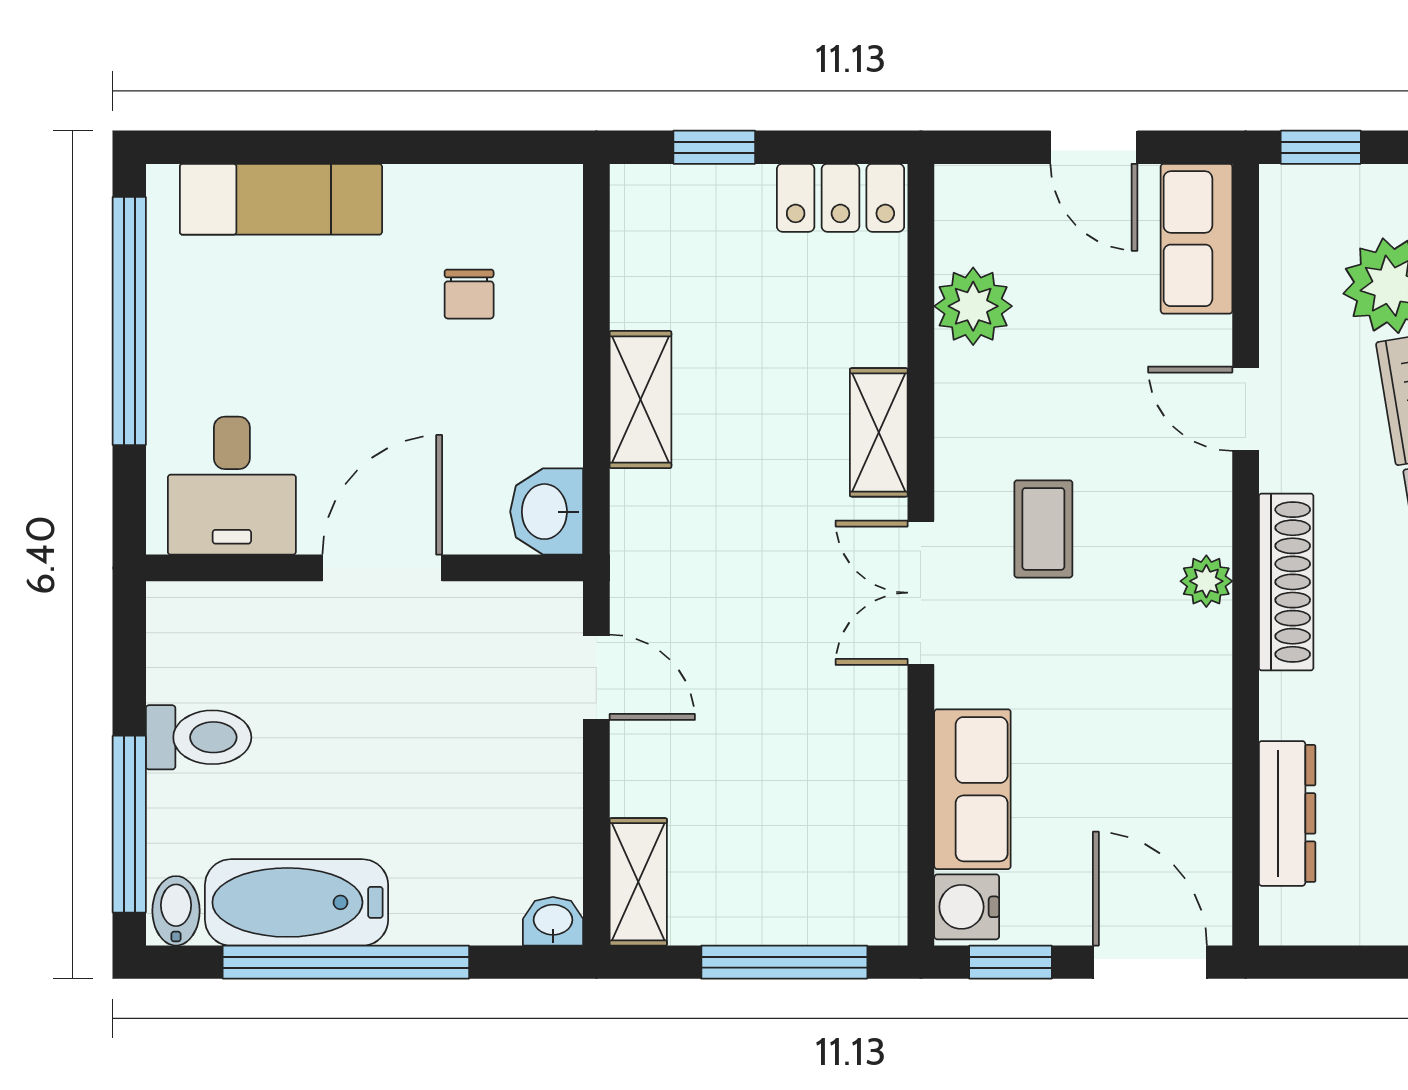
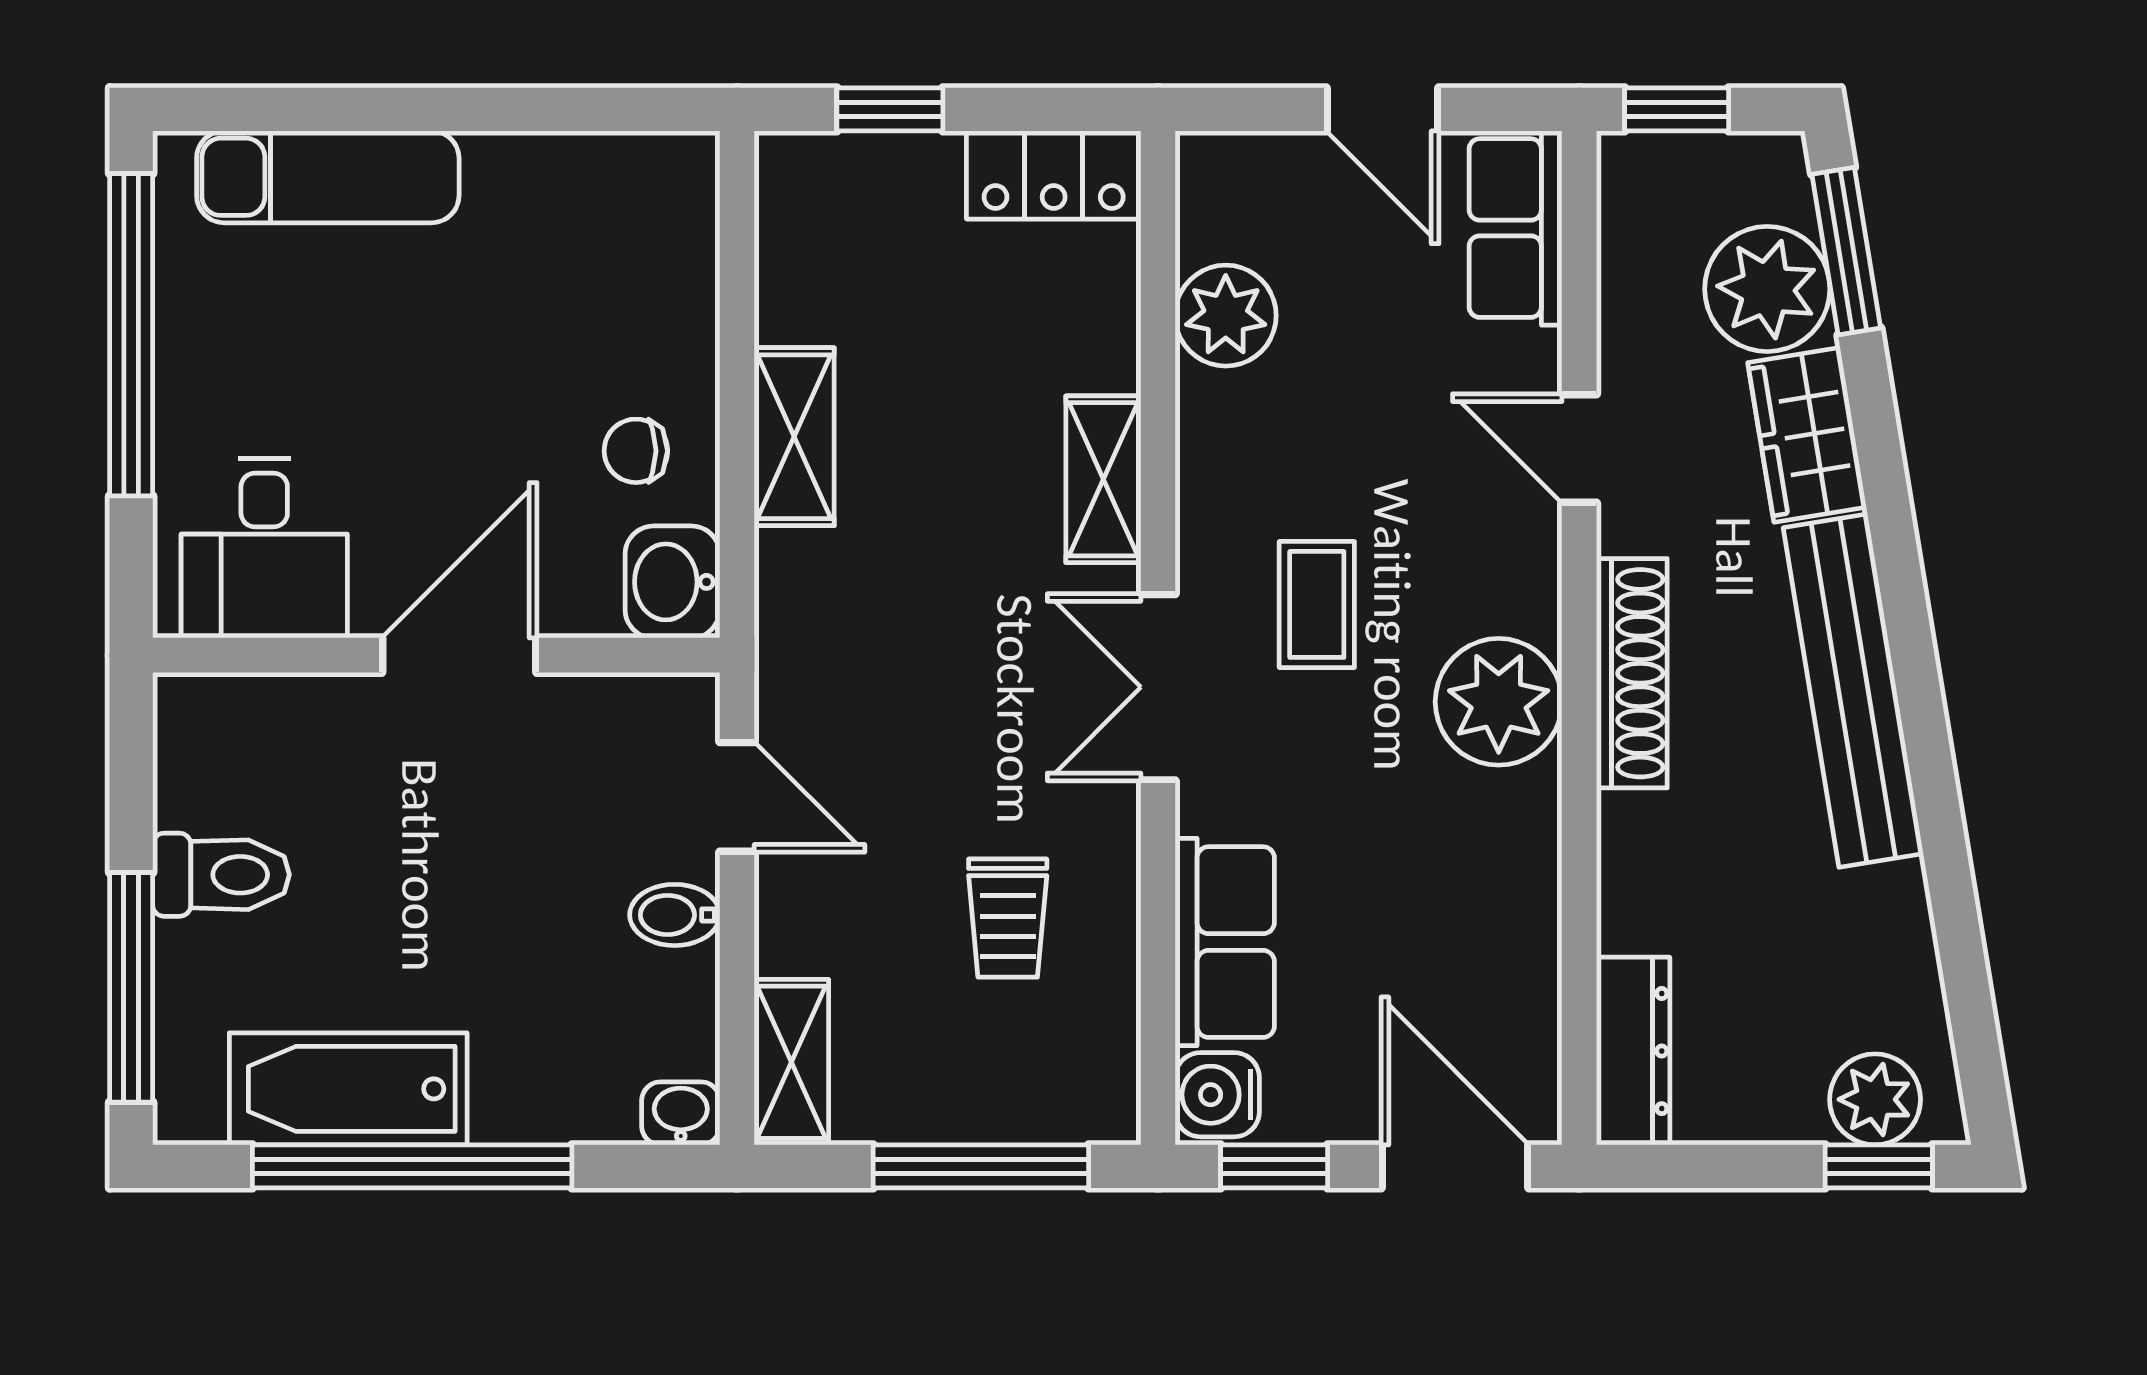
chair: (469, 294) -> (636, 451), moved, turned 90
plant: (1206, 581) -> (1499, 702), width x1.88, depth x1.88
trolley: (805, 771) -> (1008, 918), added
dresser: (1287, 813) -> (1633, 1051), moved
bidet: (176, 911) -> (675, 915), moved, turned -90

